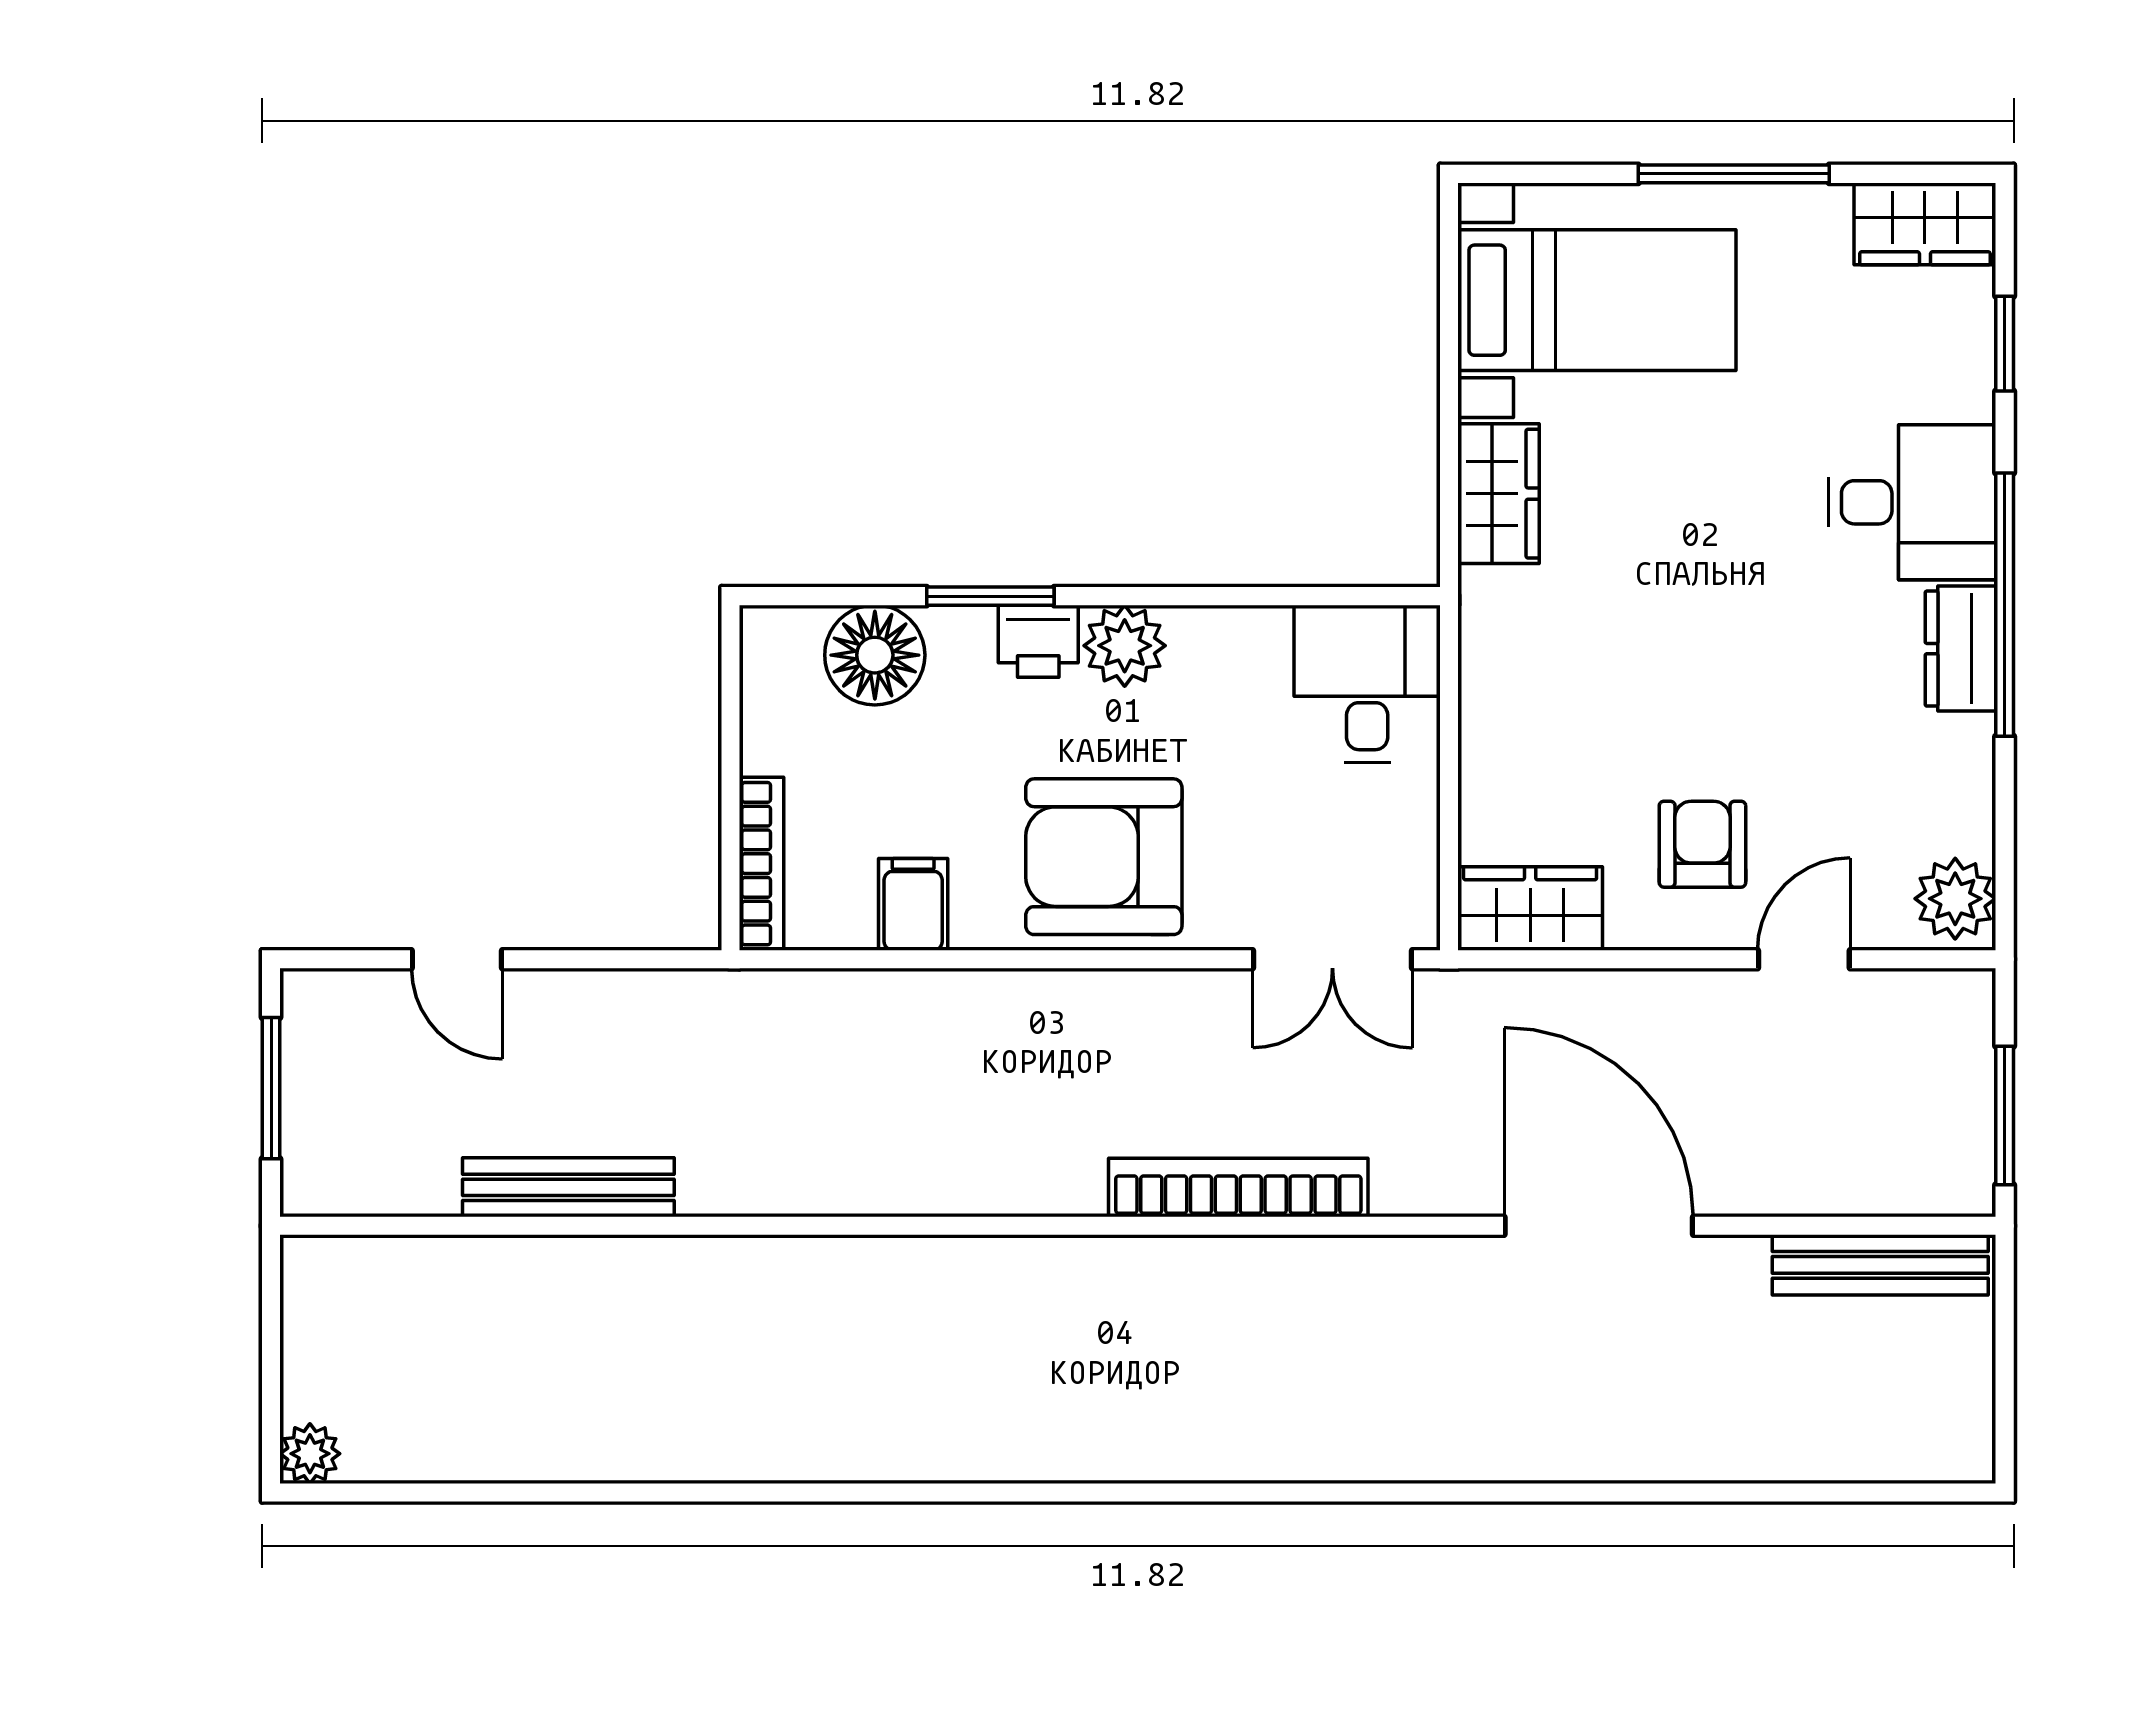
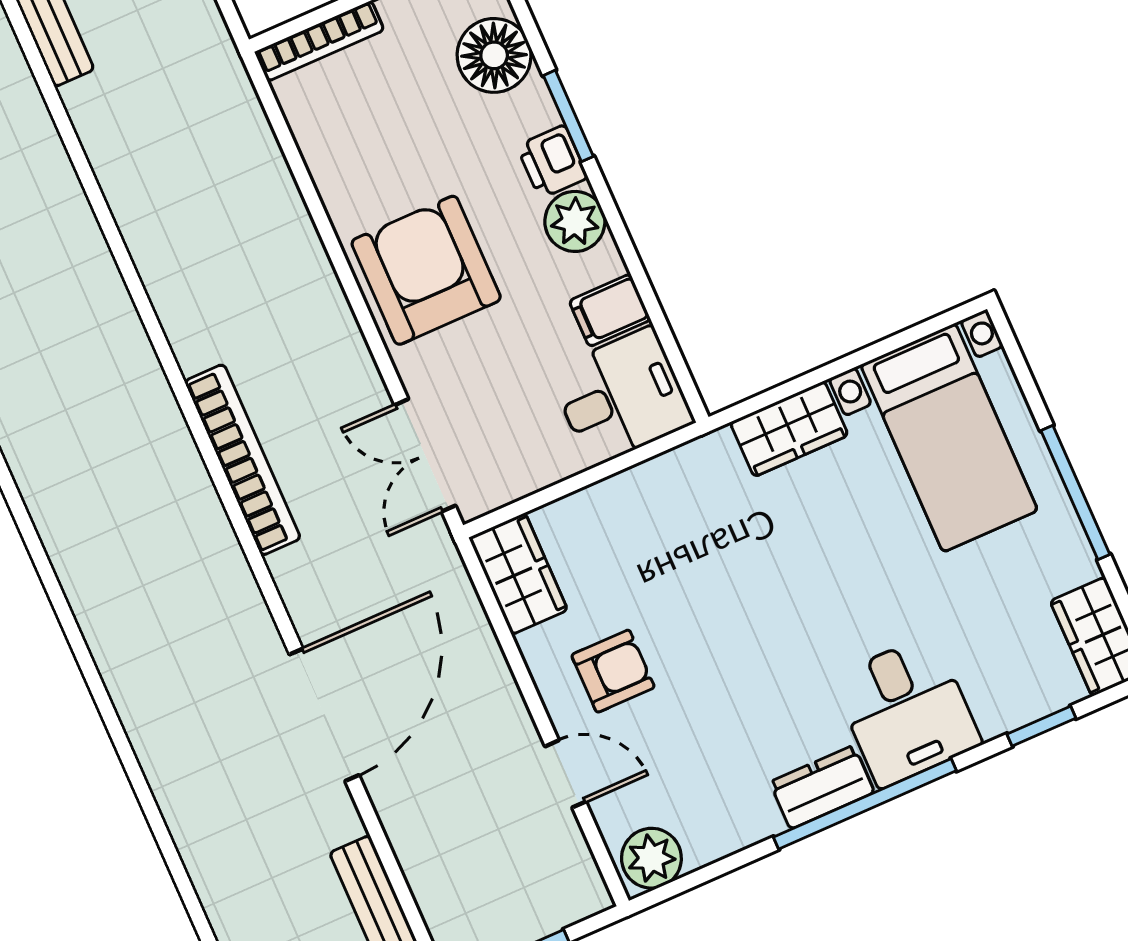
filing cabinet: (913, 904) -> (610, 310), moved, turned 180

